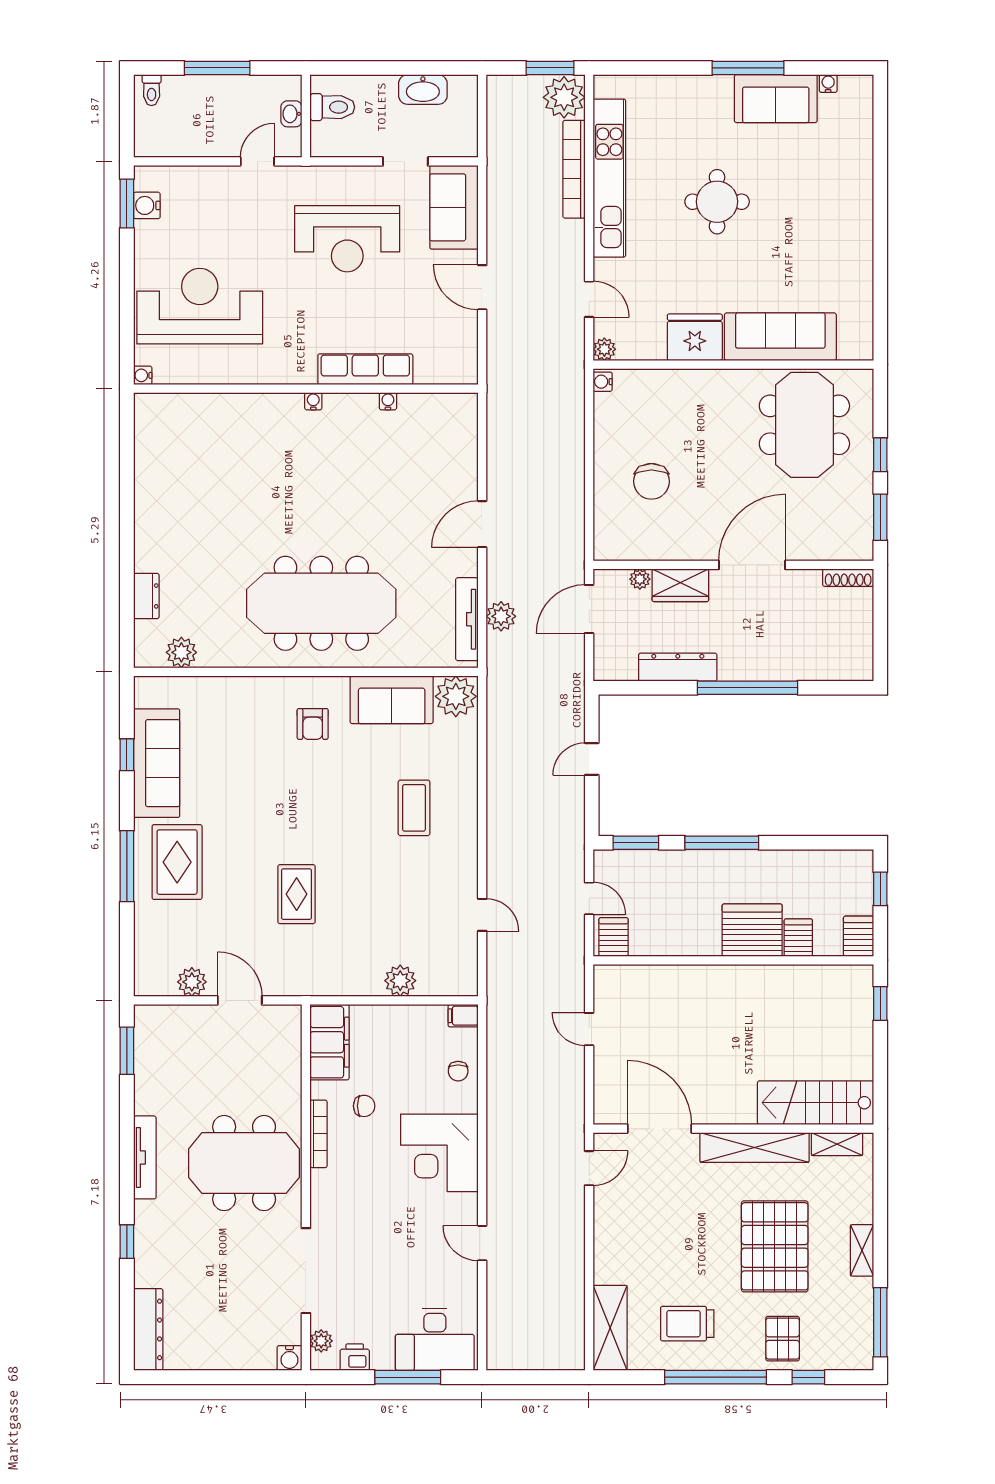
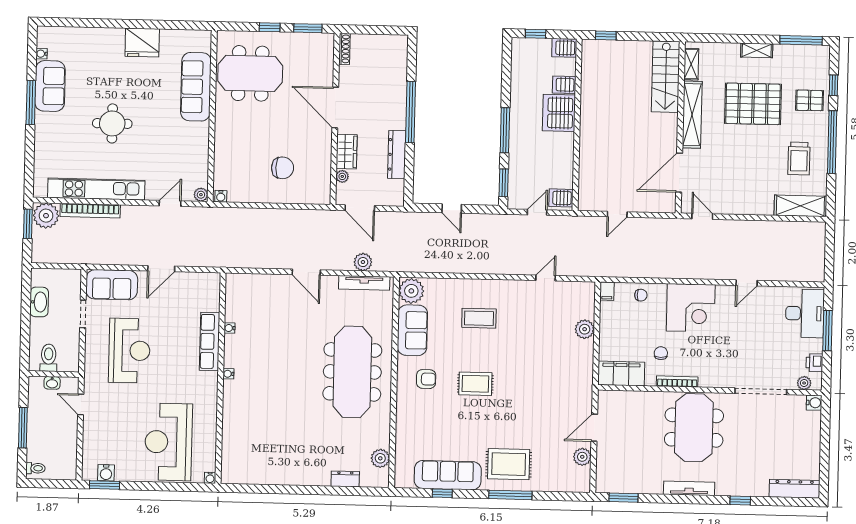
fridge: (695, 337) -> (142, 43), moved, turned -90
rug: (297, 894) -> (475, 384), moved

